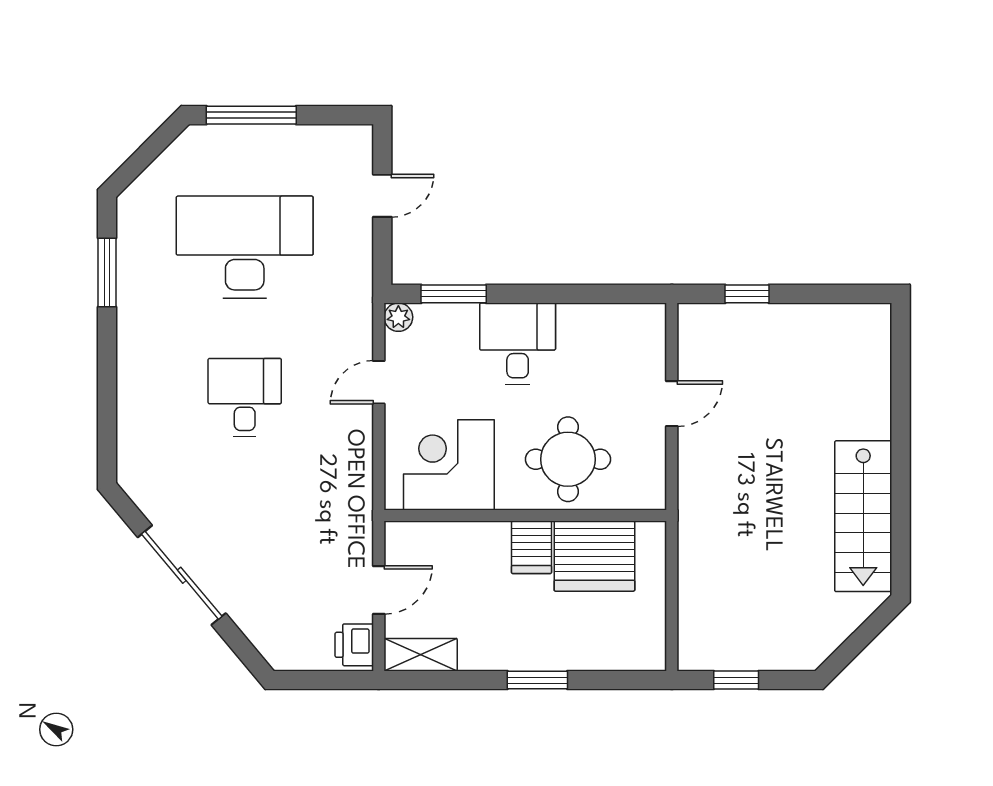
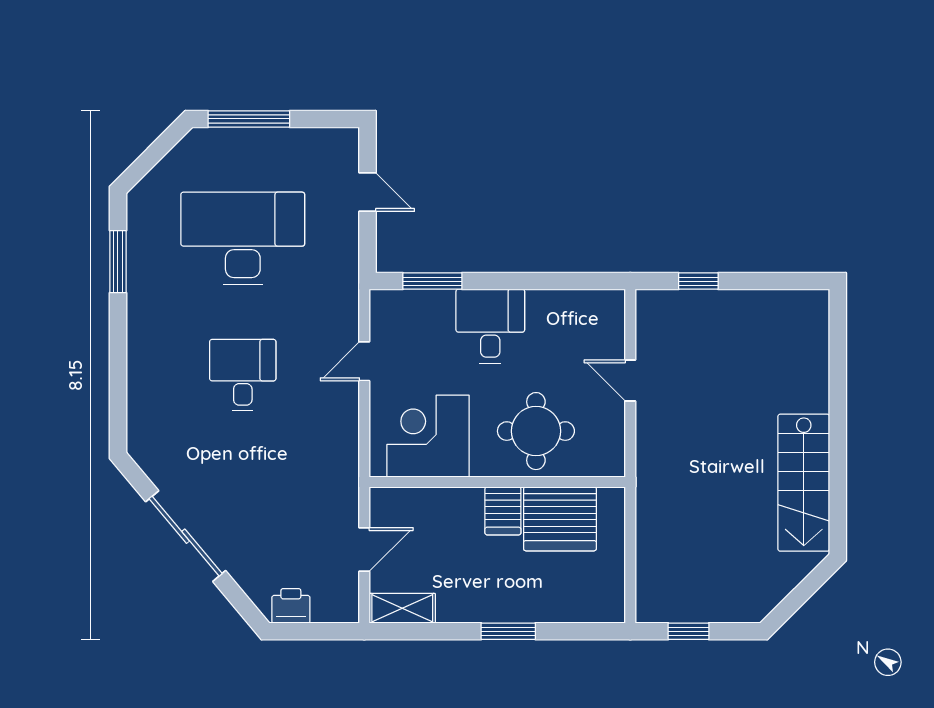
door: (382, 196) -> (368, 192), hinge flipped
plant: (398, 317) -> (382, 302), removed
door: (672, 404) -> (630, 381), swing flipped
printer: (354, 645) -> (291, 606), moved, turned 90

